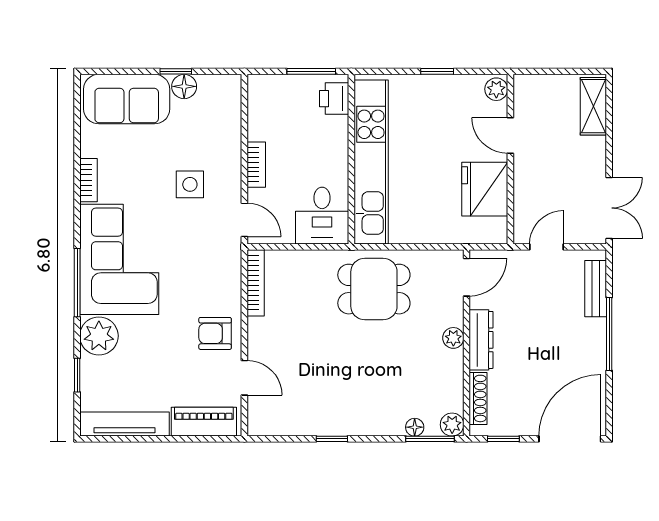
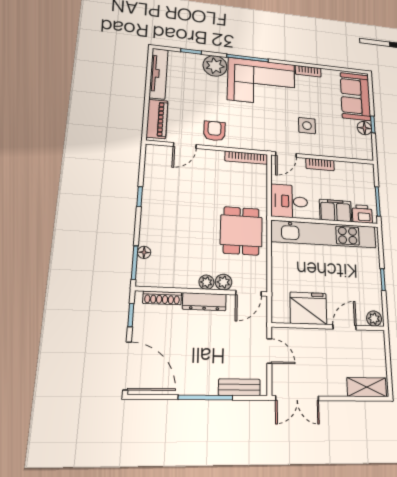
filing cabinet: (332, 142) -> (336, 210), added
door: (466, 277) -> (249, 293), hinge flipped
plant: (452, 425) -> (224, 282), moved

